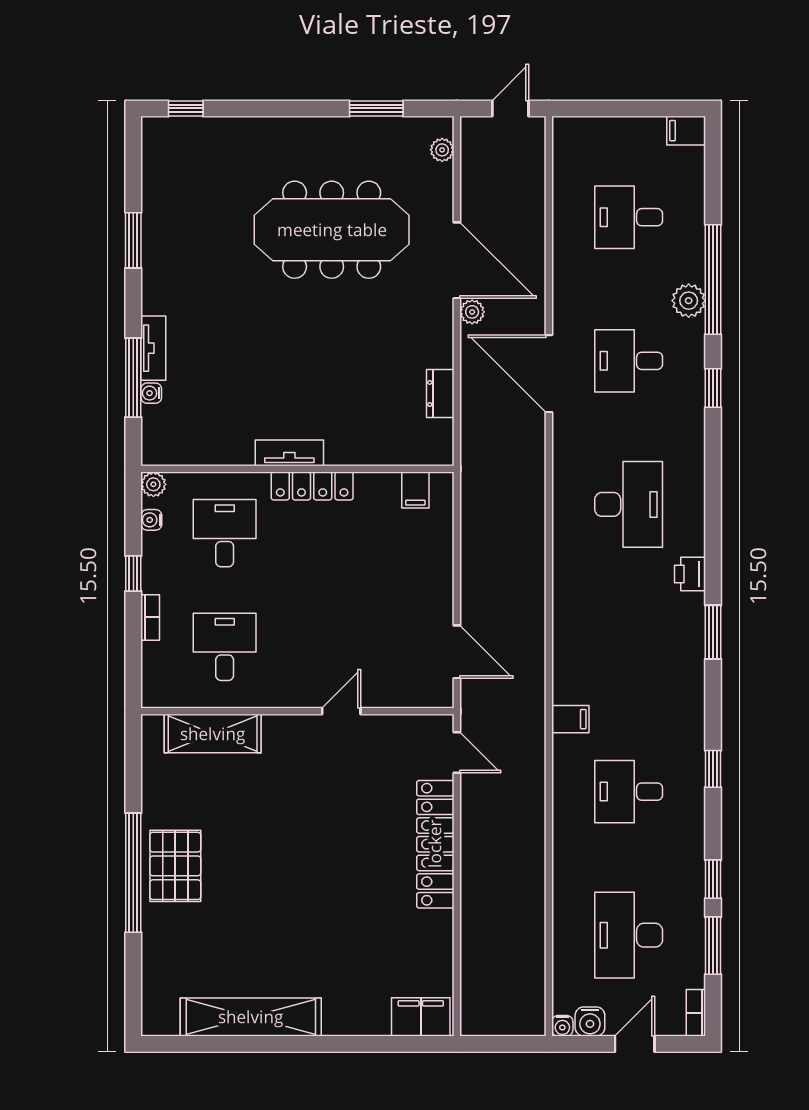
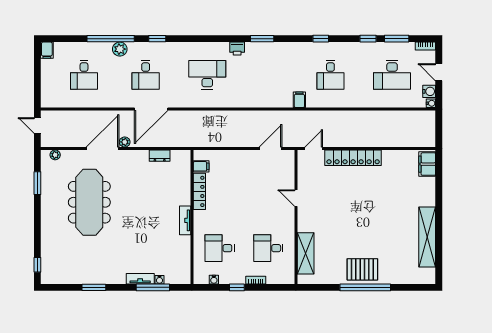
plant: (153, 484) -> (199, 279), removed
locker: (312, 486) -> (199, 191), moved

